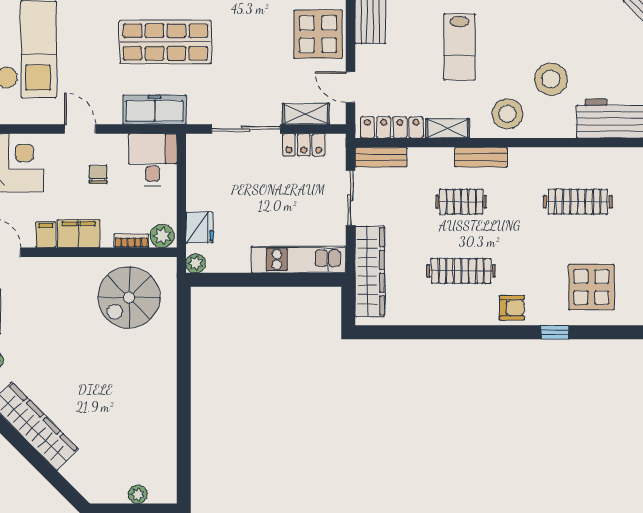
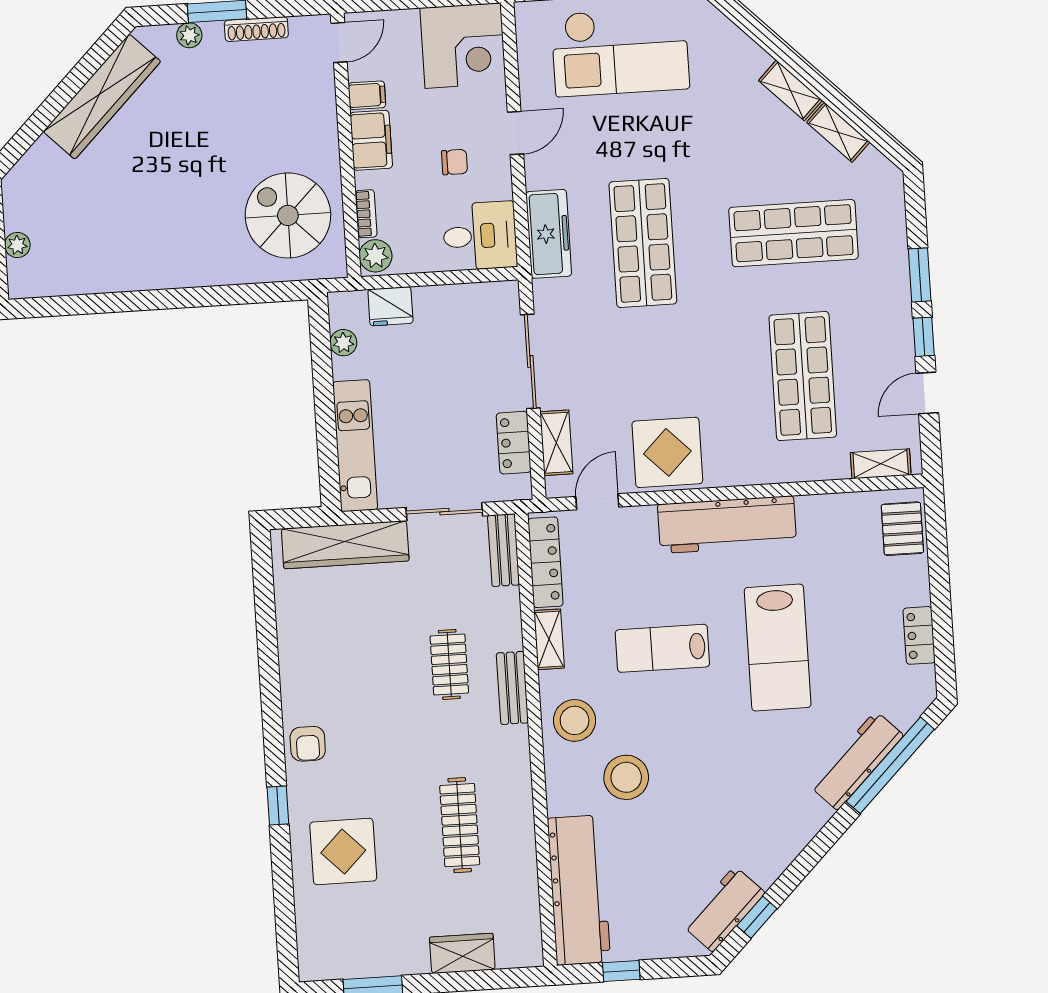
plant: (196, 263) -> (343, 343), moved
clothes rail: (461, 271) -> (354, 671), removed

